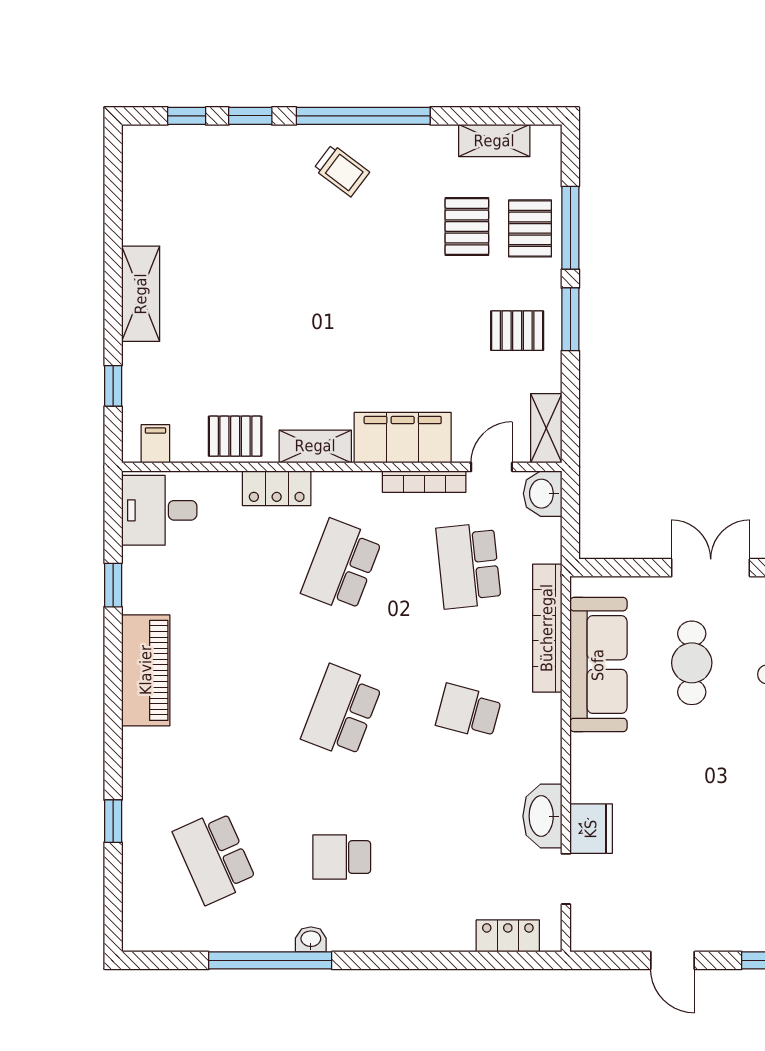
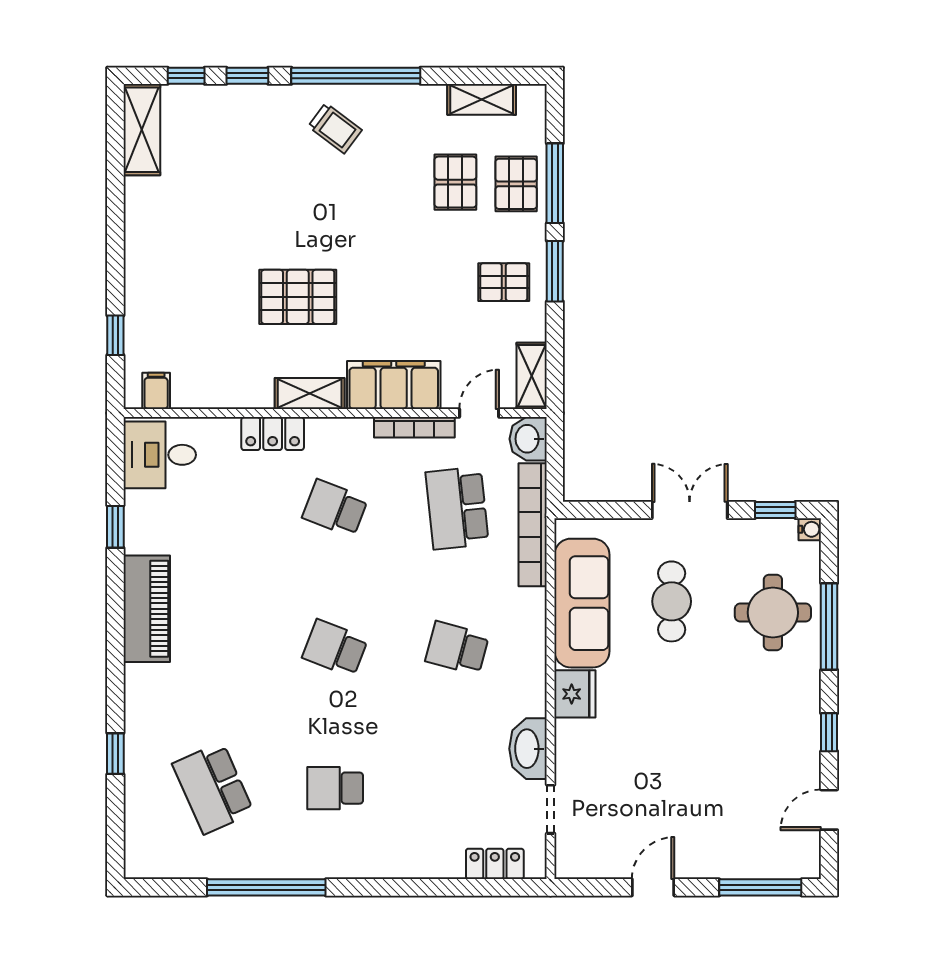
shelving: (141, 294) -> (142, 130), moved
pallet: (235, 436) -> (298, 297), moved, width x1.50, depth x1.42
school desk: (342, 566) -> (335, 508), width x0.54
bookcase: (547, 628) -> (533, 525), moved
school desk: (342, 711) -> (335, 648), width x0.54
fridge: (591, 829) -> (575, 694), moved
washbasin: (311, 939) -> (305, 867), removed
door: (673, 960) -> (653, 887), swing flipped

